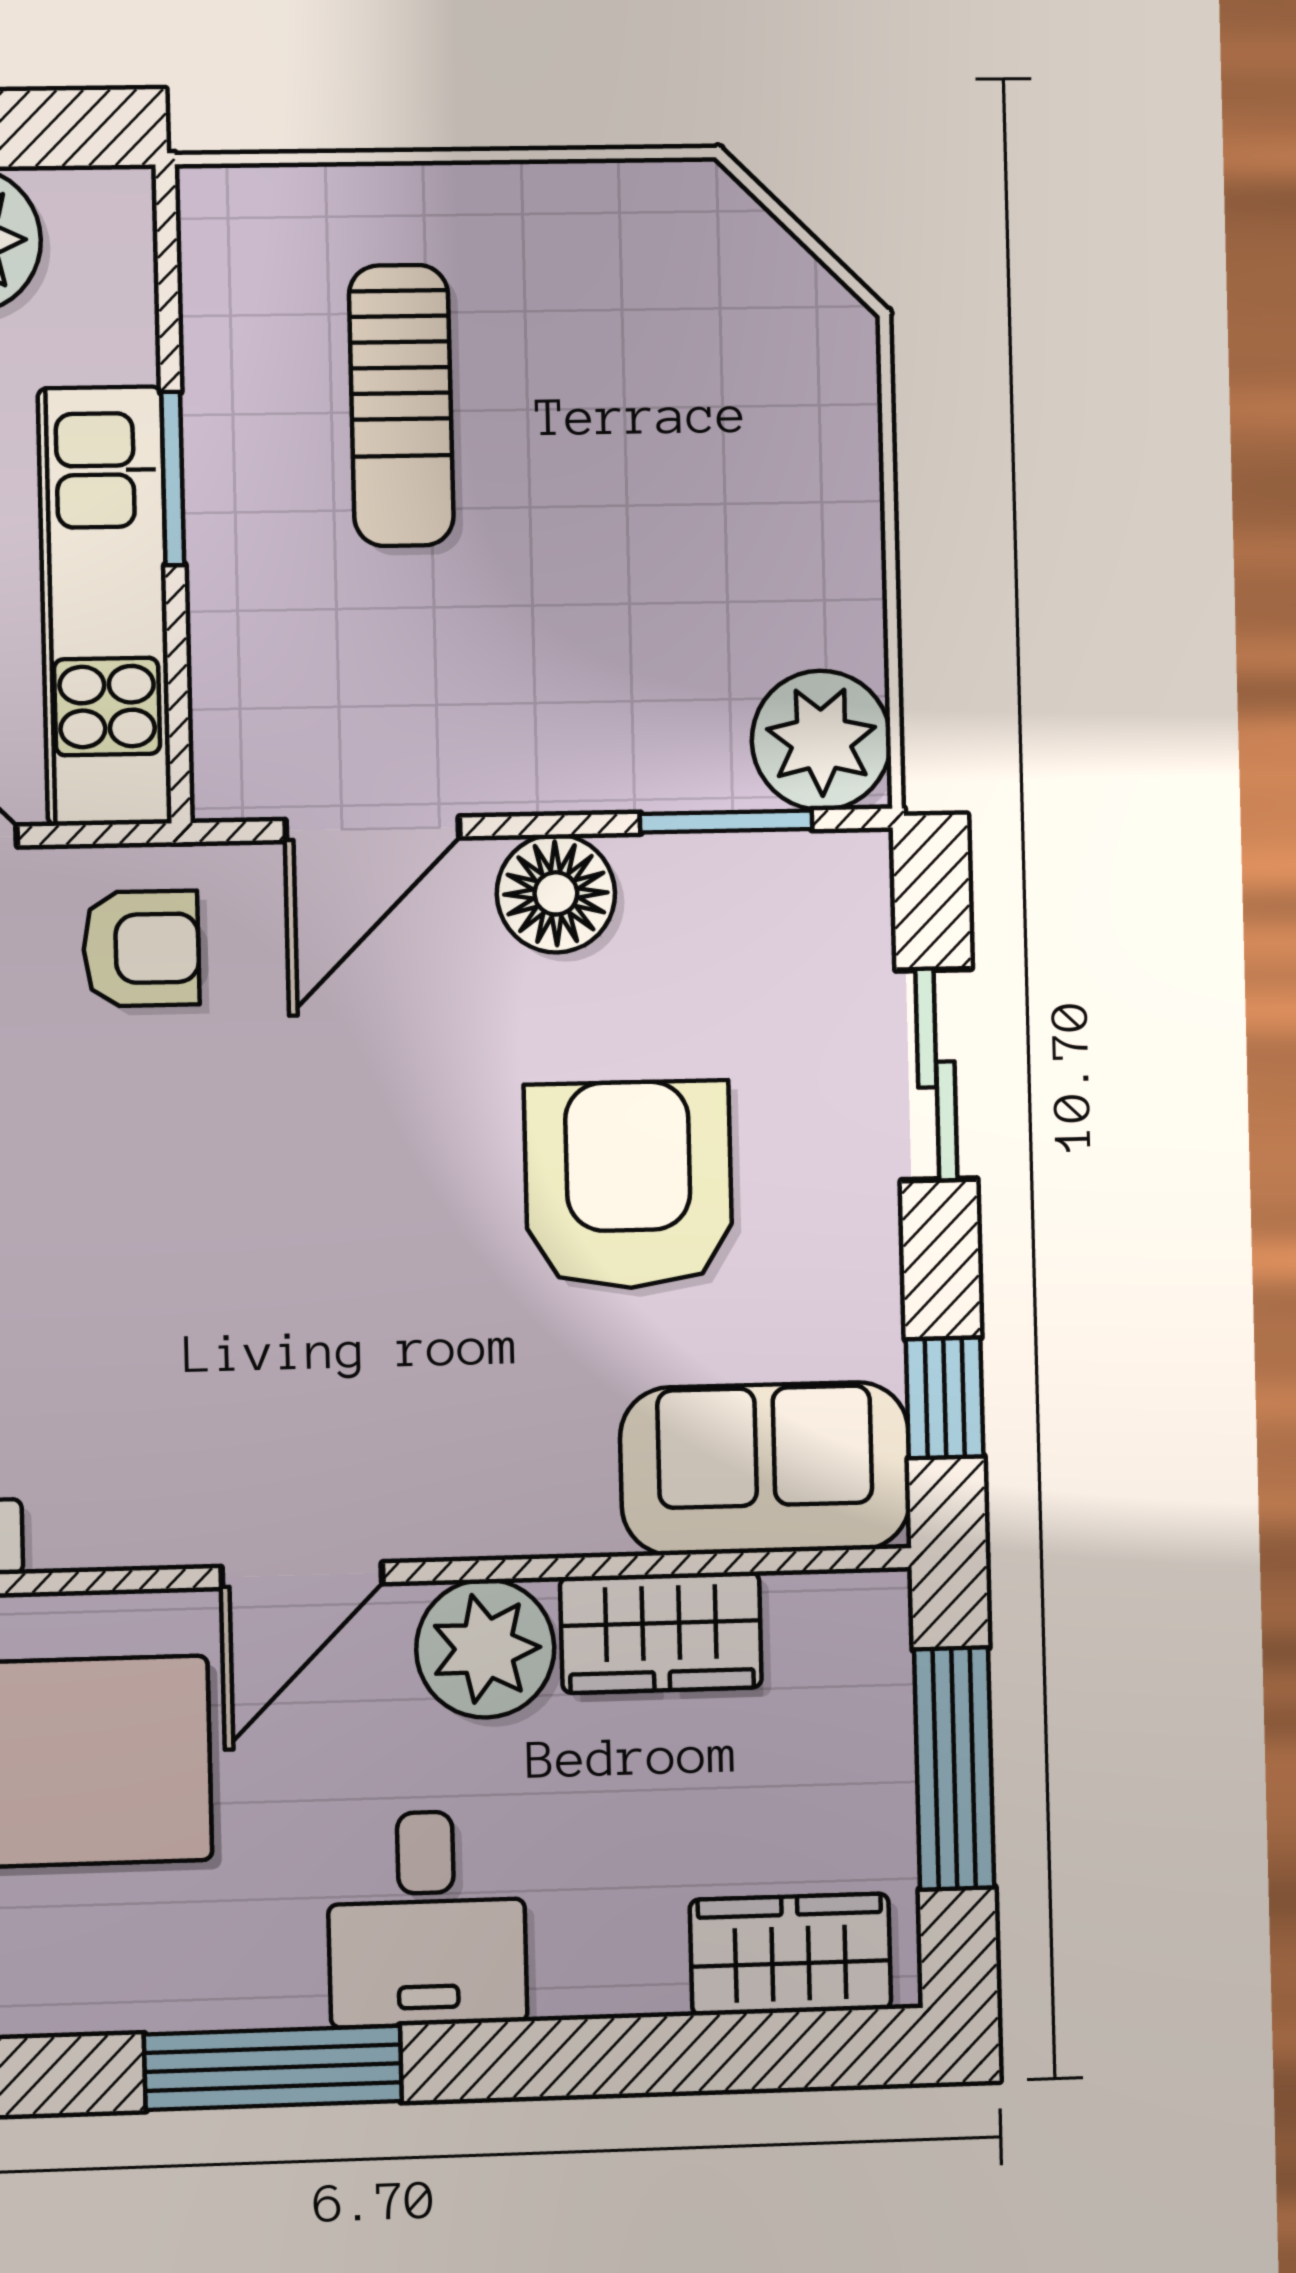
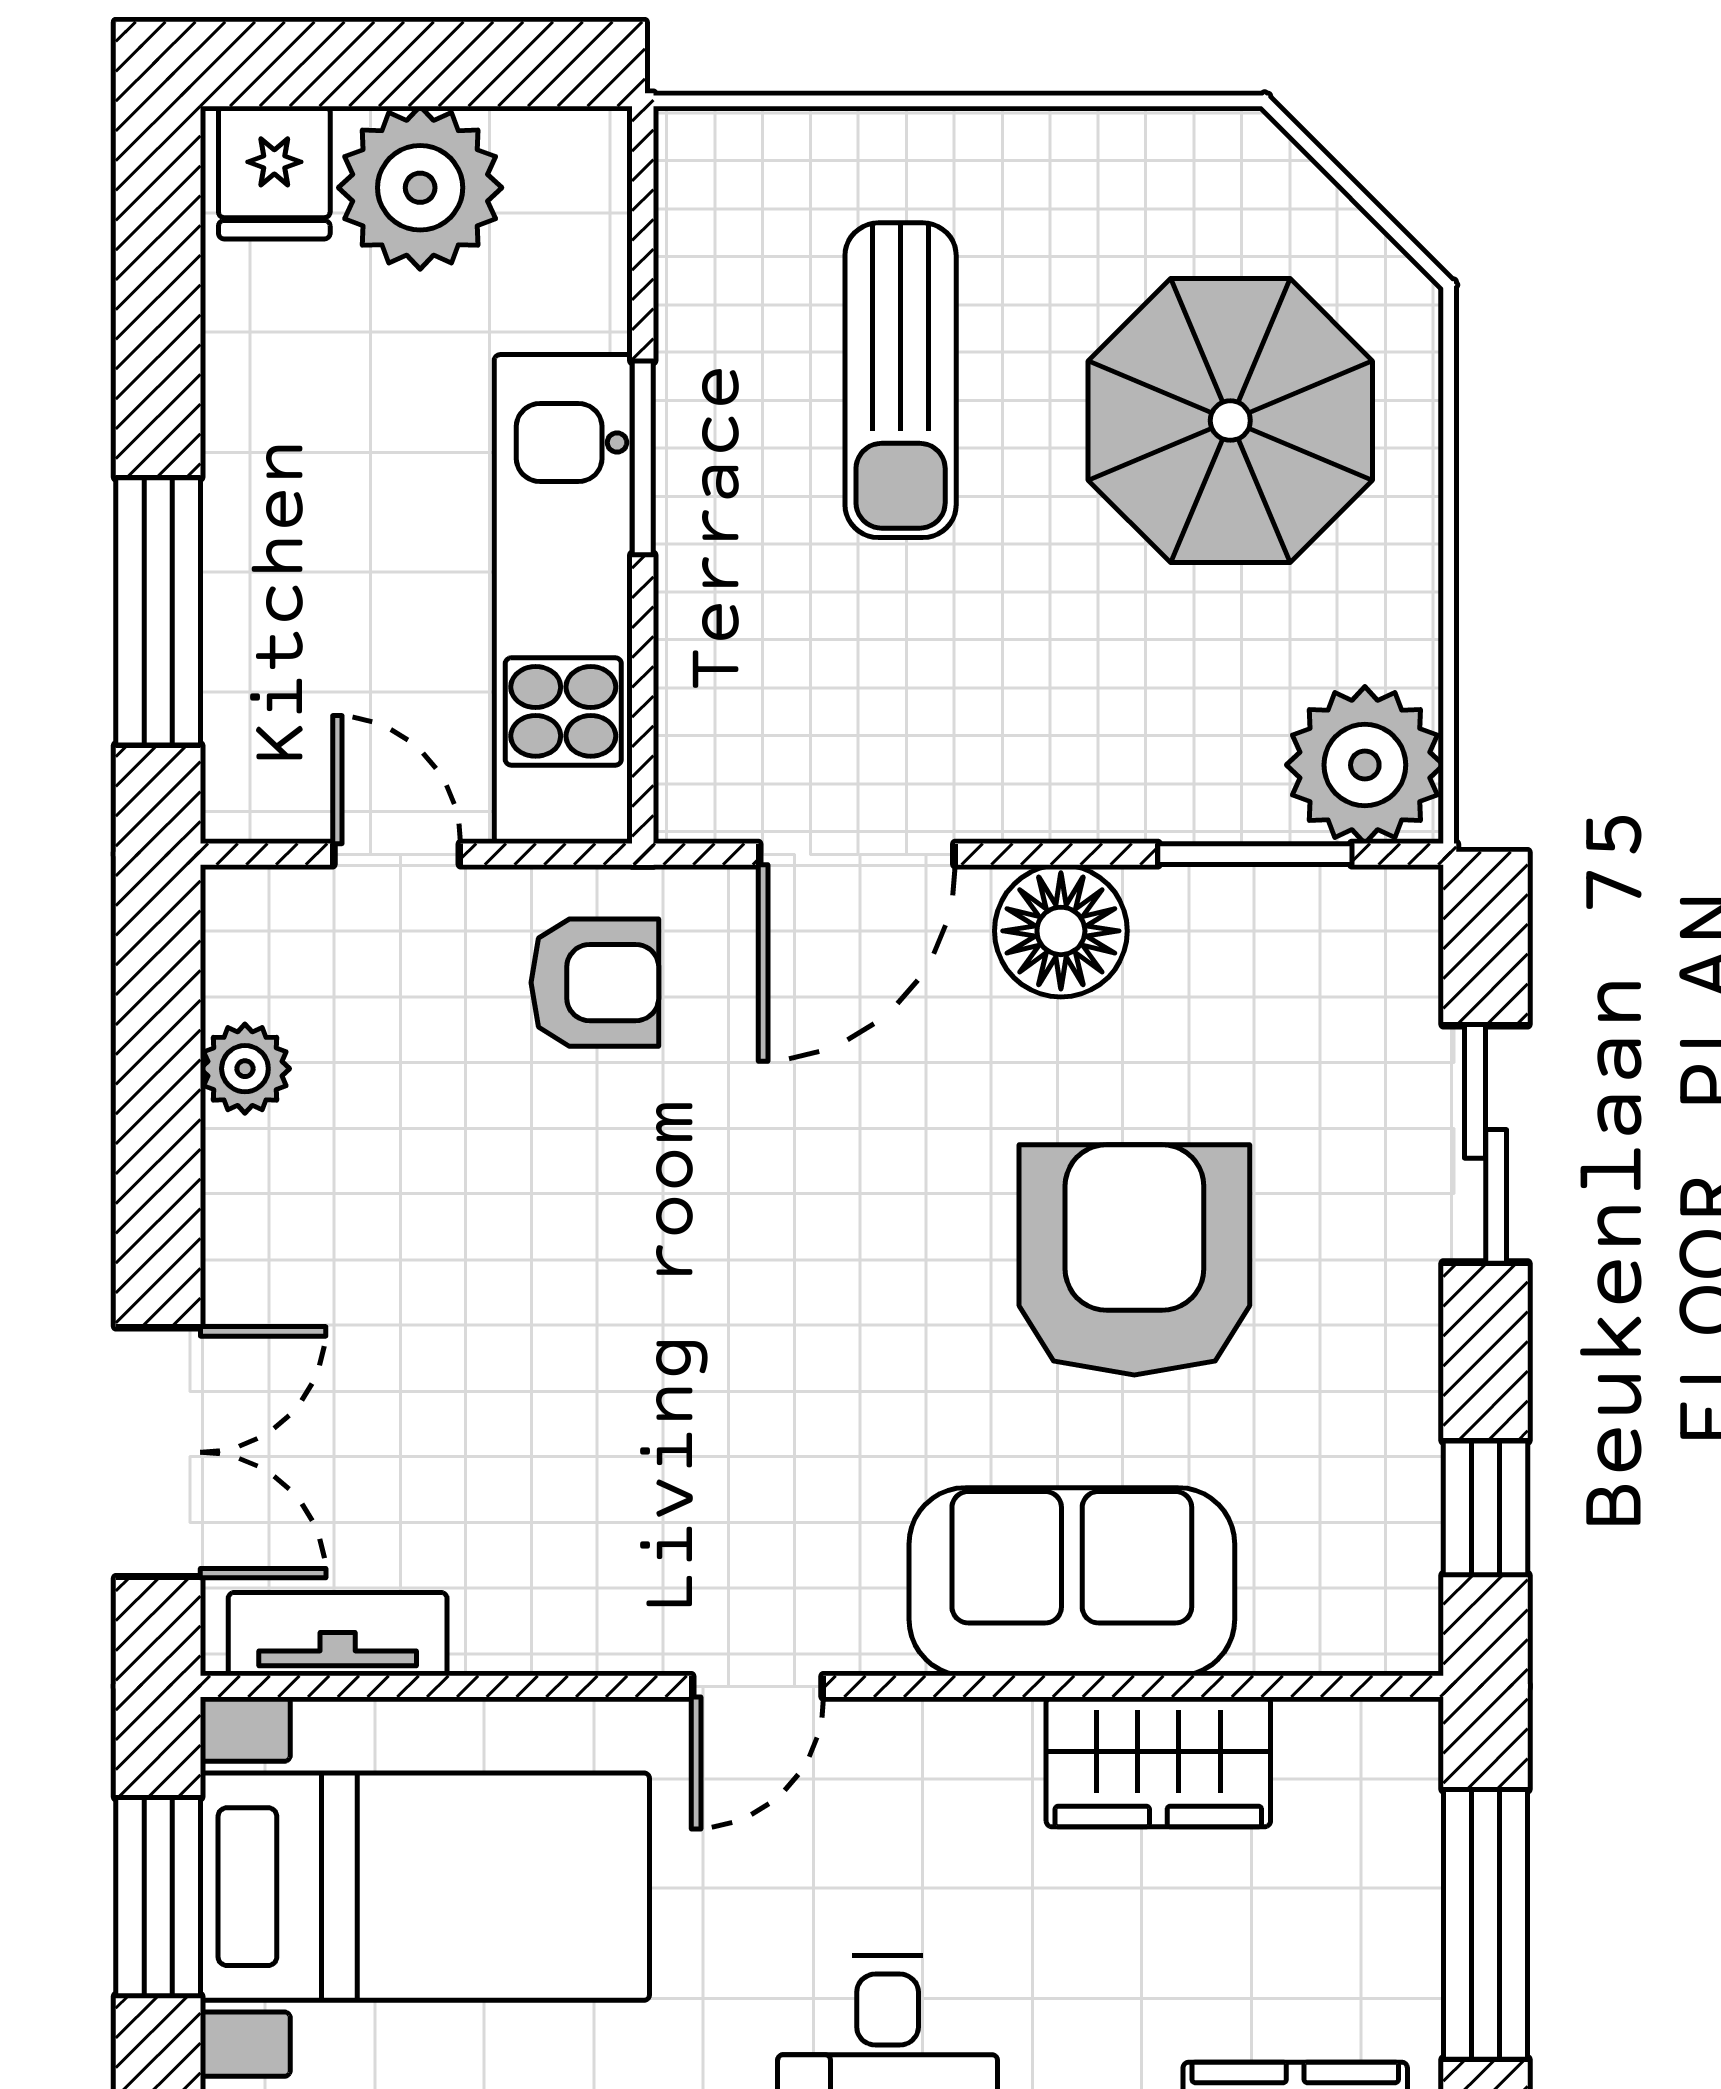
parasol: (695, 437) -> (1230, 421), added
sofa: (765, 1469) -> (1072, 1582), moved
door: (302, 1575) -> (757, 1686), width x0.73
plant: (485, 1649) -> (960, 1774), removed

